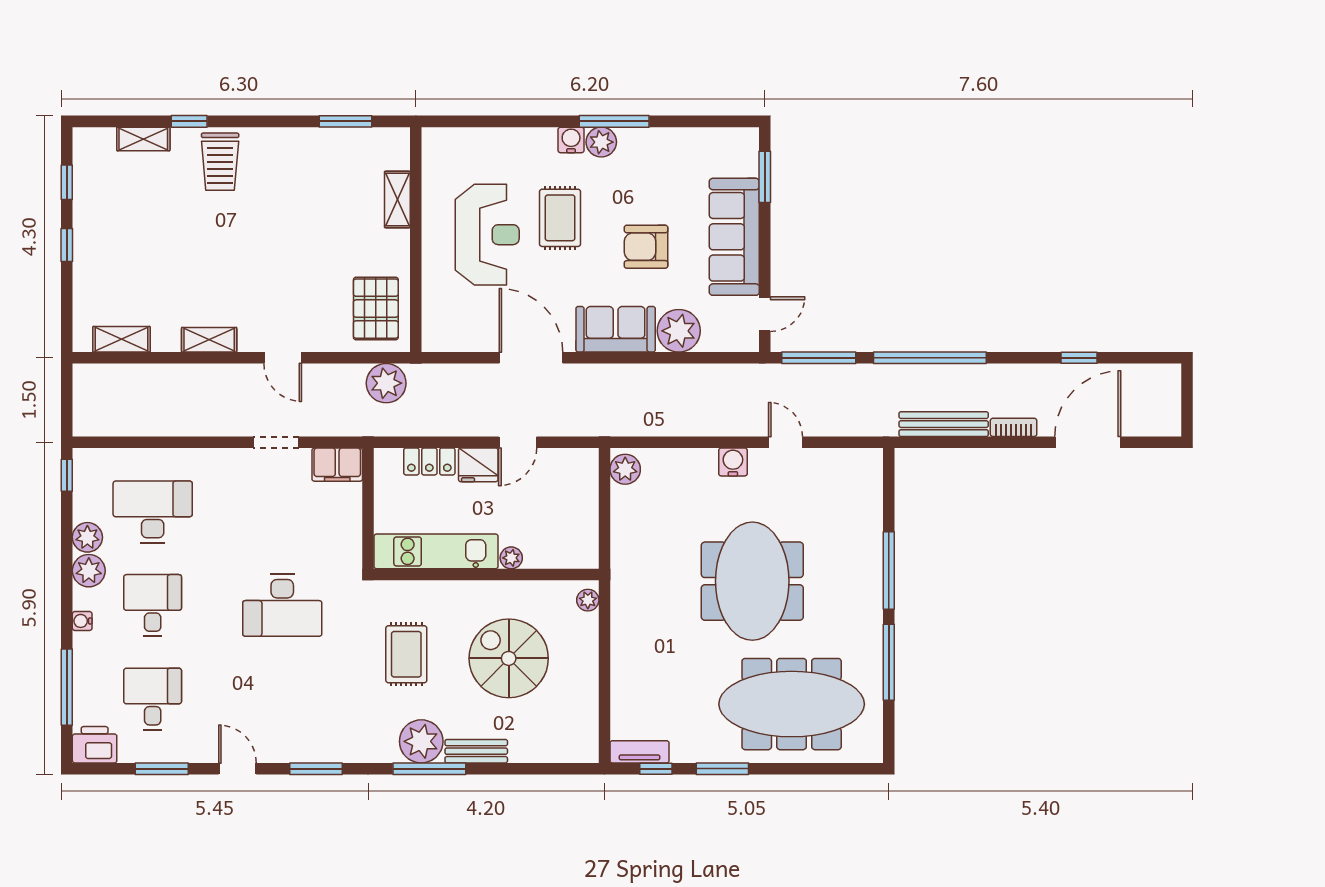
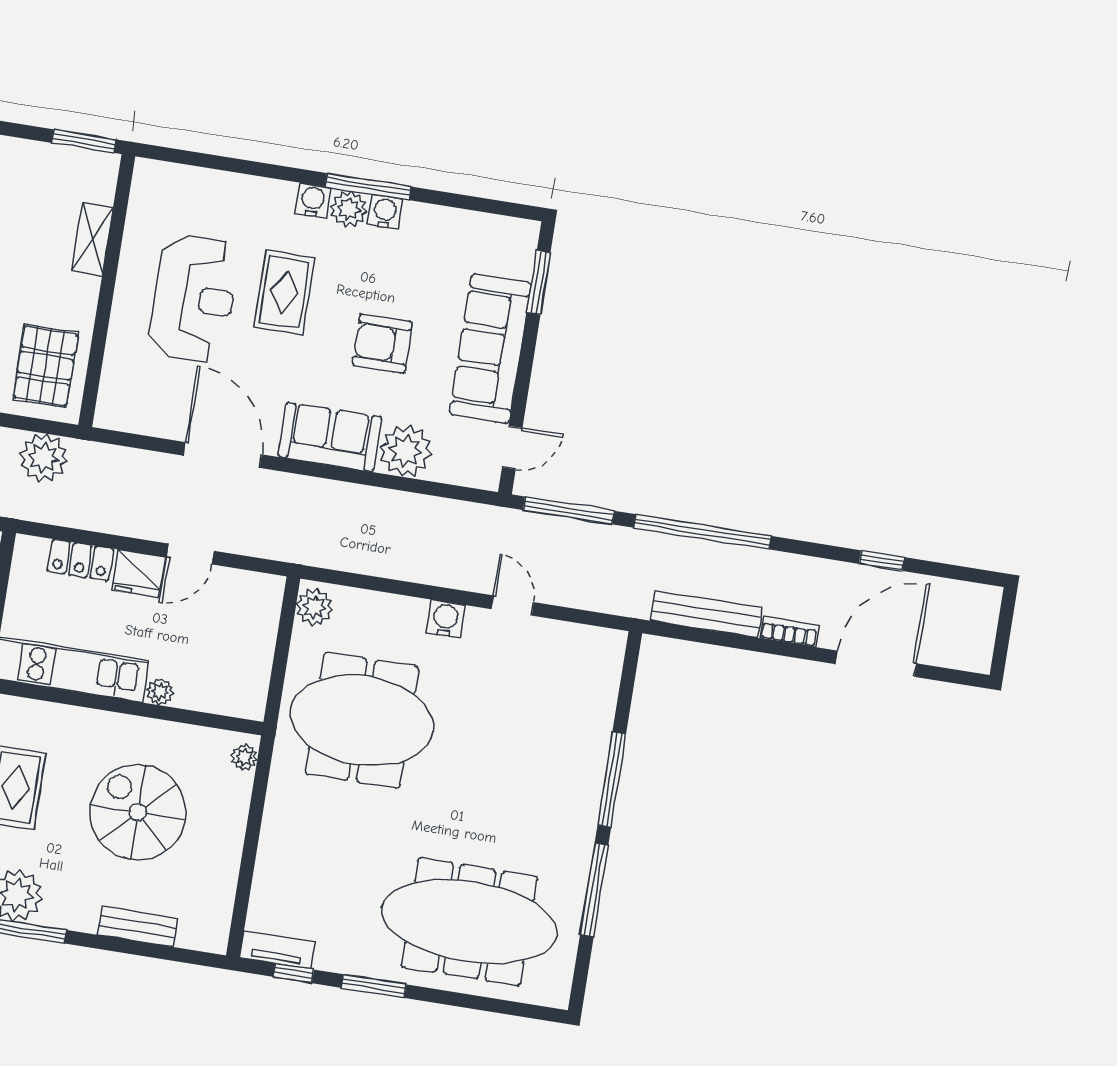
window: (345, 121) -> (84, 141), moved
water cooler: (631, 140) -> (385, 212), added
meeting table: (752, 581) -> (362, 720), moved, turned 90
bench: (476, 751) -> (138, 927), moved

